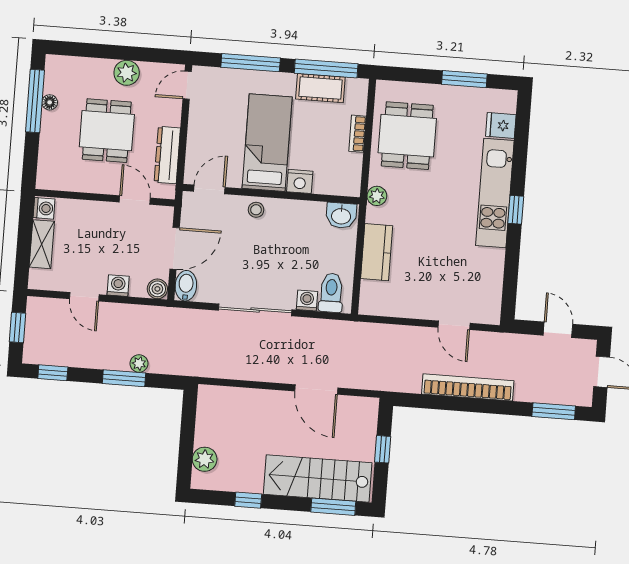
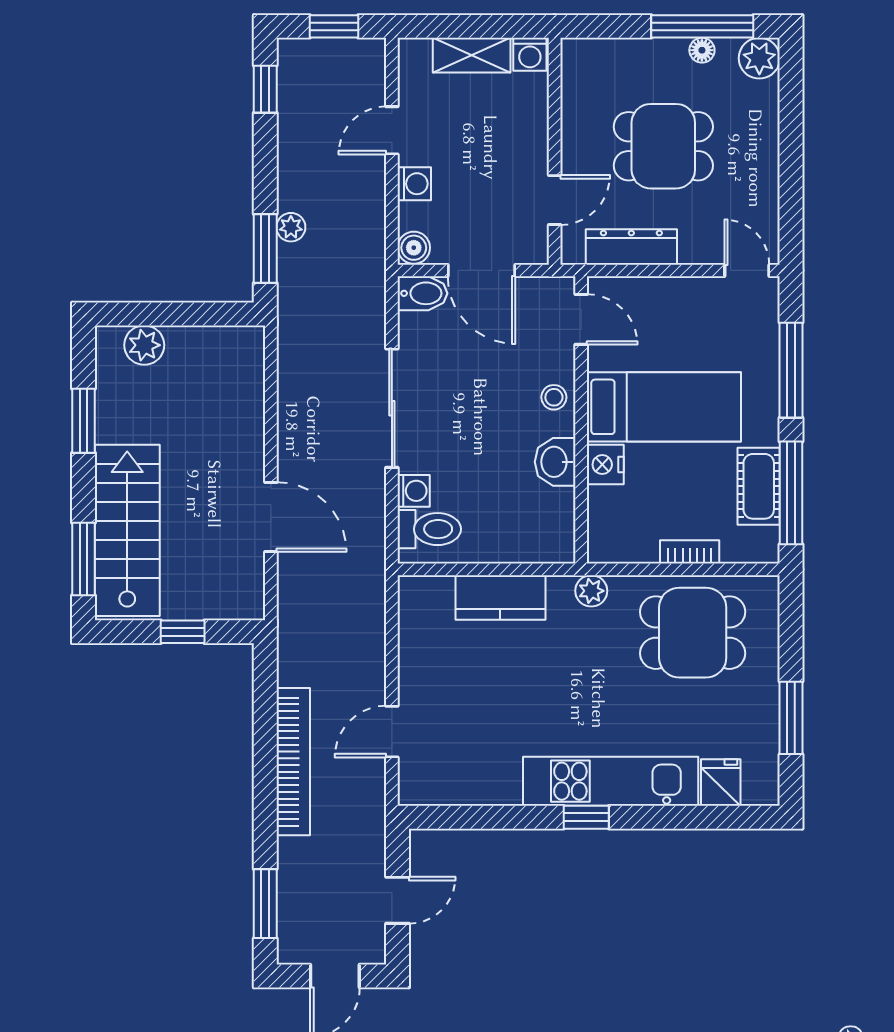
plant: (127, 73) -> (759, 58), moved
washbasin: (341, 216) -> (555, 462), moved
window: (124, 378) -> (265, 248), moved
door: (316, 390) -> (271, 517), swing flipped
window: (248, 500) -> (84, 421), width x1.50

